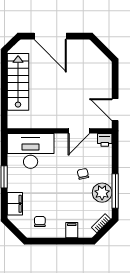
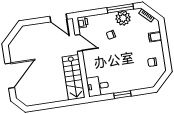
stairs: (18, 82) -> (73, 77), moved, turned -90
door: (115, 110) -> (58, 18), hinge flipped
desk: (31, 151) -> (98, 86), width x0.53, depth x0.77
filing cabinet: (15, 204) -> (142, 83), removed

